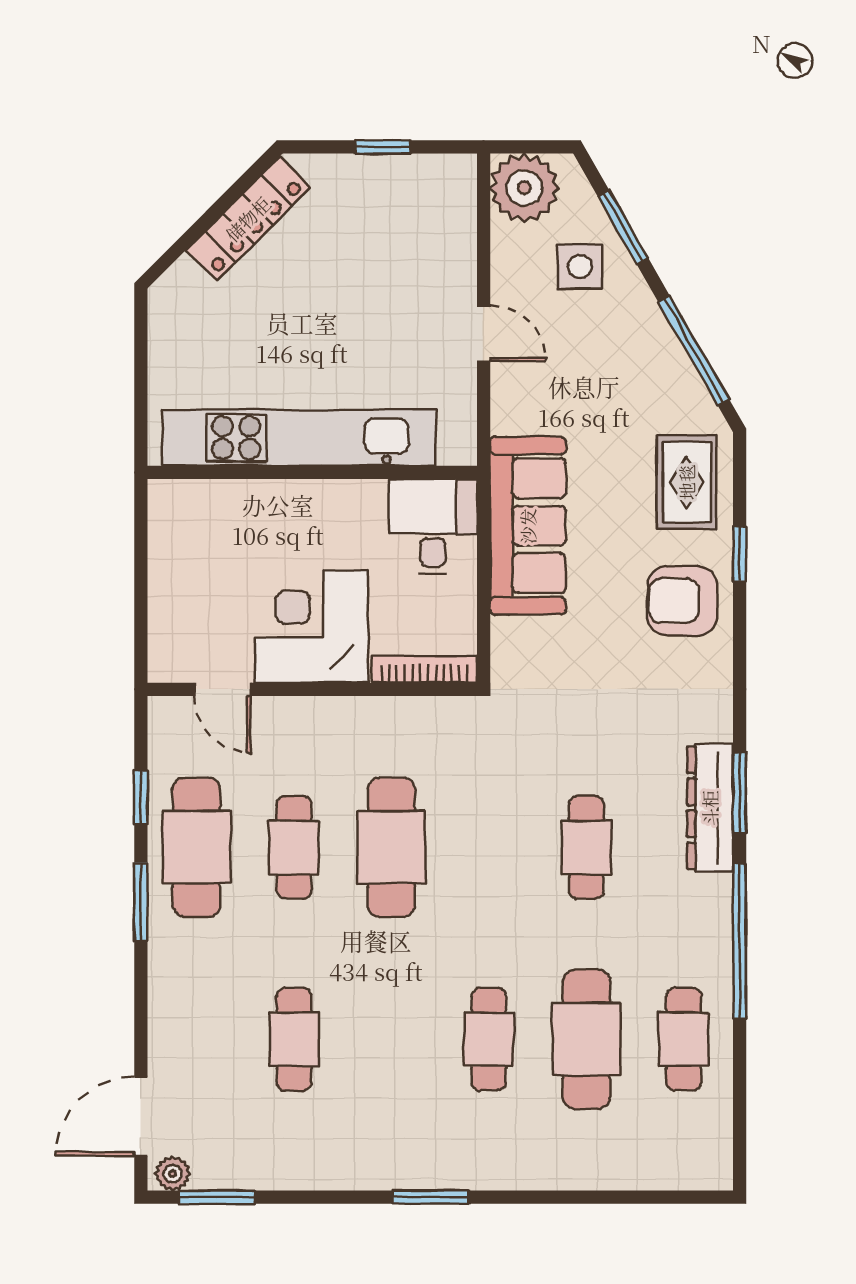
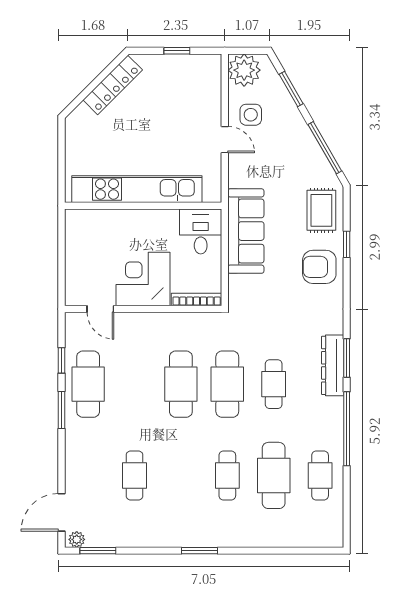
side table: (580, 267) -> (251, 115), moved
cafe table: (294, 847) -> (227, 384), moved, width x1.37, depth x1.35

